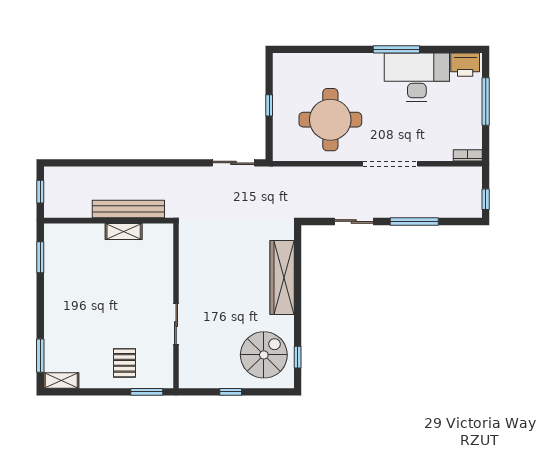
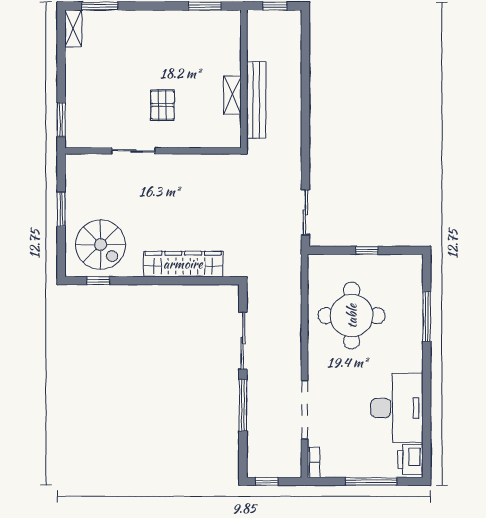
window: (396, 49) -> (427, 316), moved
doorway: (390, 164) -> (304, 410), moved
sliding door: (354, 221) -> (243, 341), width x1.37
pallet: (124, 363) -> (162, 105), moved, turned 90
window: (231, 392) -> (61, 209), width x1.50

